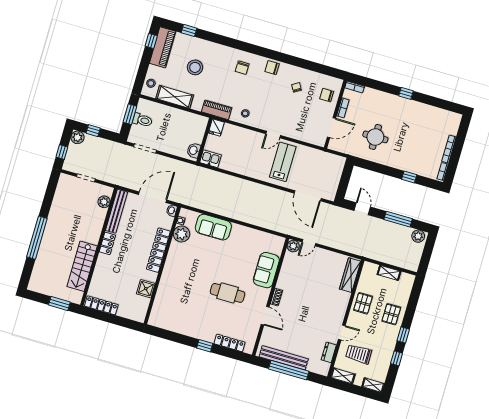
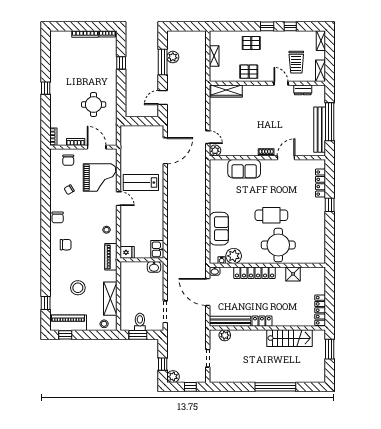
grand piano: (300, 122) -> (100, 178), added
plant: (418, 236) -> (173, 57), moved
round table: (179, 282) -> (278, 245), added
cafe table: (227, 293) -> (271, 215), moved, turned 90

